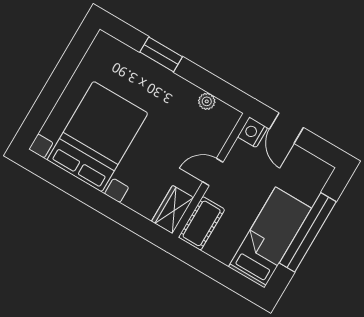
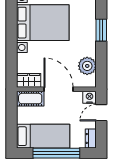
plant: (207, 101) -> (87, 66), width x1.88, depth x1.88
dresser: (316, 167) -> (91, 138), added
door: (213, 172) -> (59, 89), width x1.88

